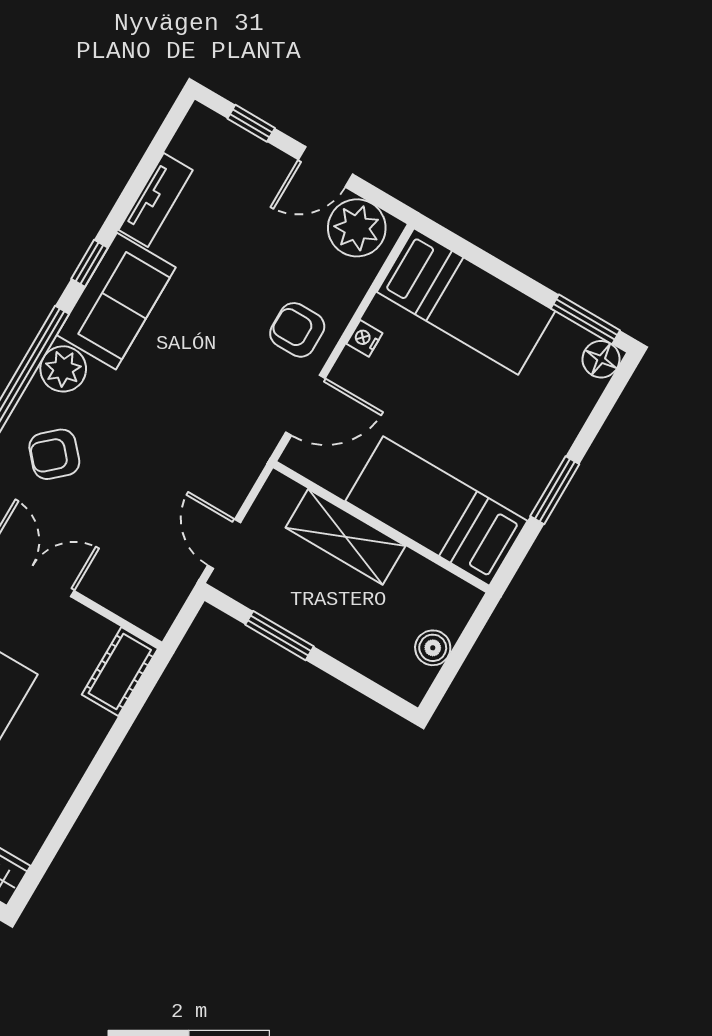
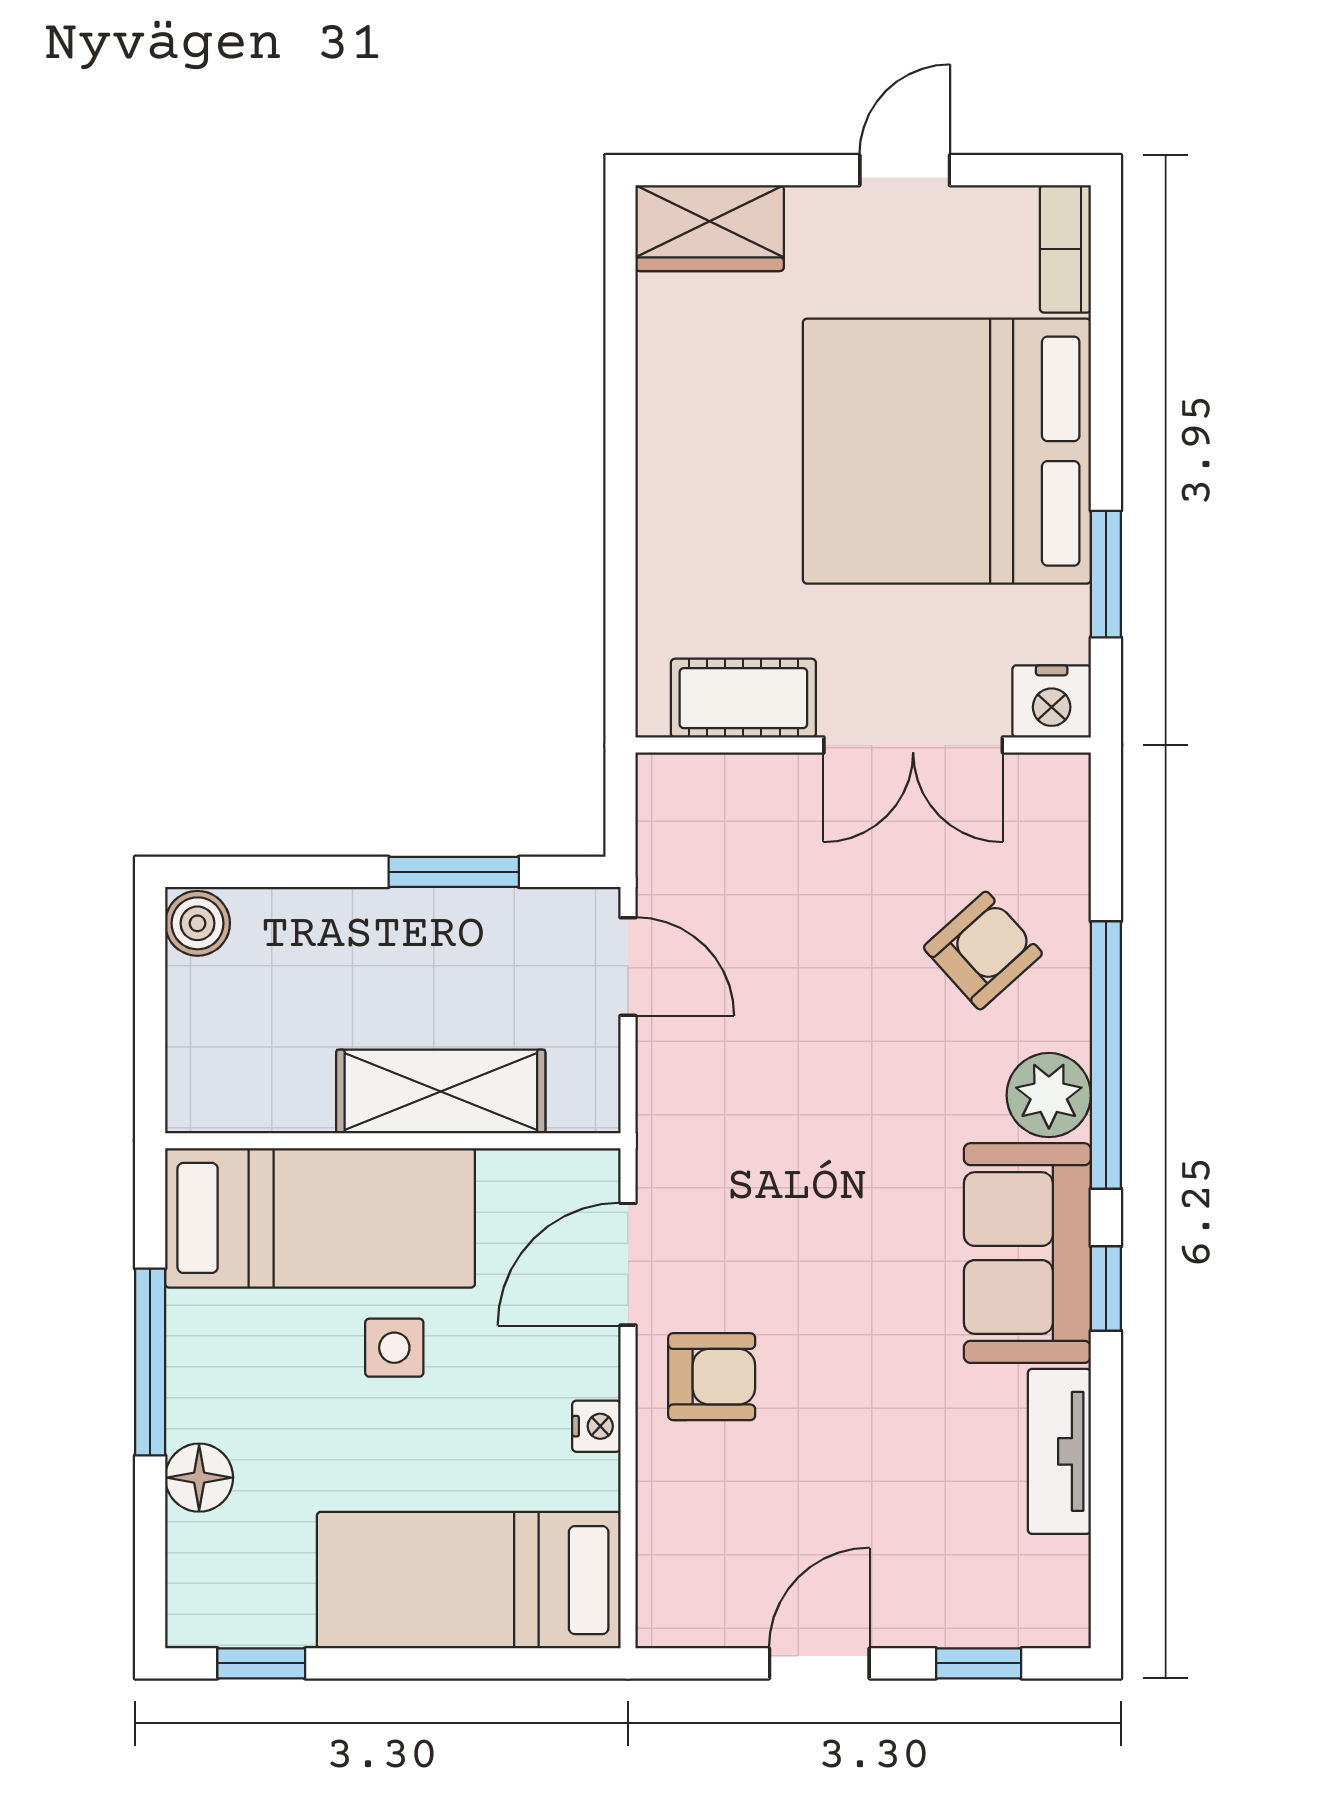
plant: (357, 228) -> (712, 1595), removed
window: (585, 319) -> (261, 1663), width x0.67
floor lamp: (601, 359) -> (199, 1478), moved
side table: (437, 430) -> (394, 1348), added
window: (555, 490) -> (150, 1362), width x1.44
boiler: (433, 648) -> (197, 923), moved
cot: (120, 672) -> (743, 698), moved, turned 90

